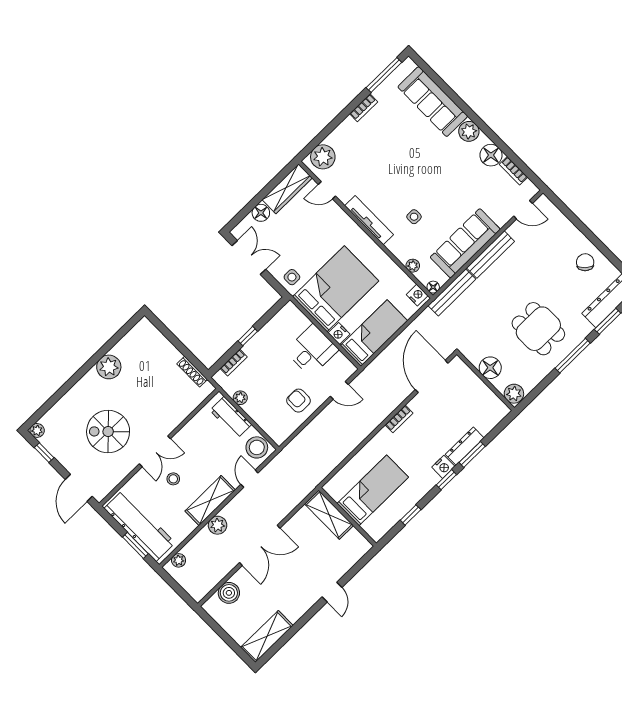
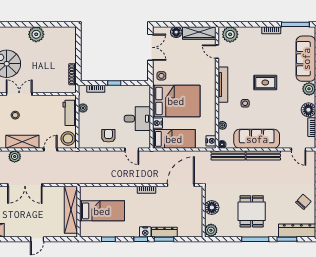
rug: (414, 172) -> (265, 83), added
double door: (155, 451) -> (19, 94), swing flipped
shelving: (329, 515) -> (71, 210), width x1.47

